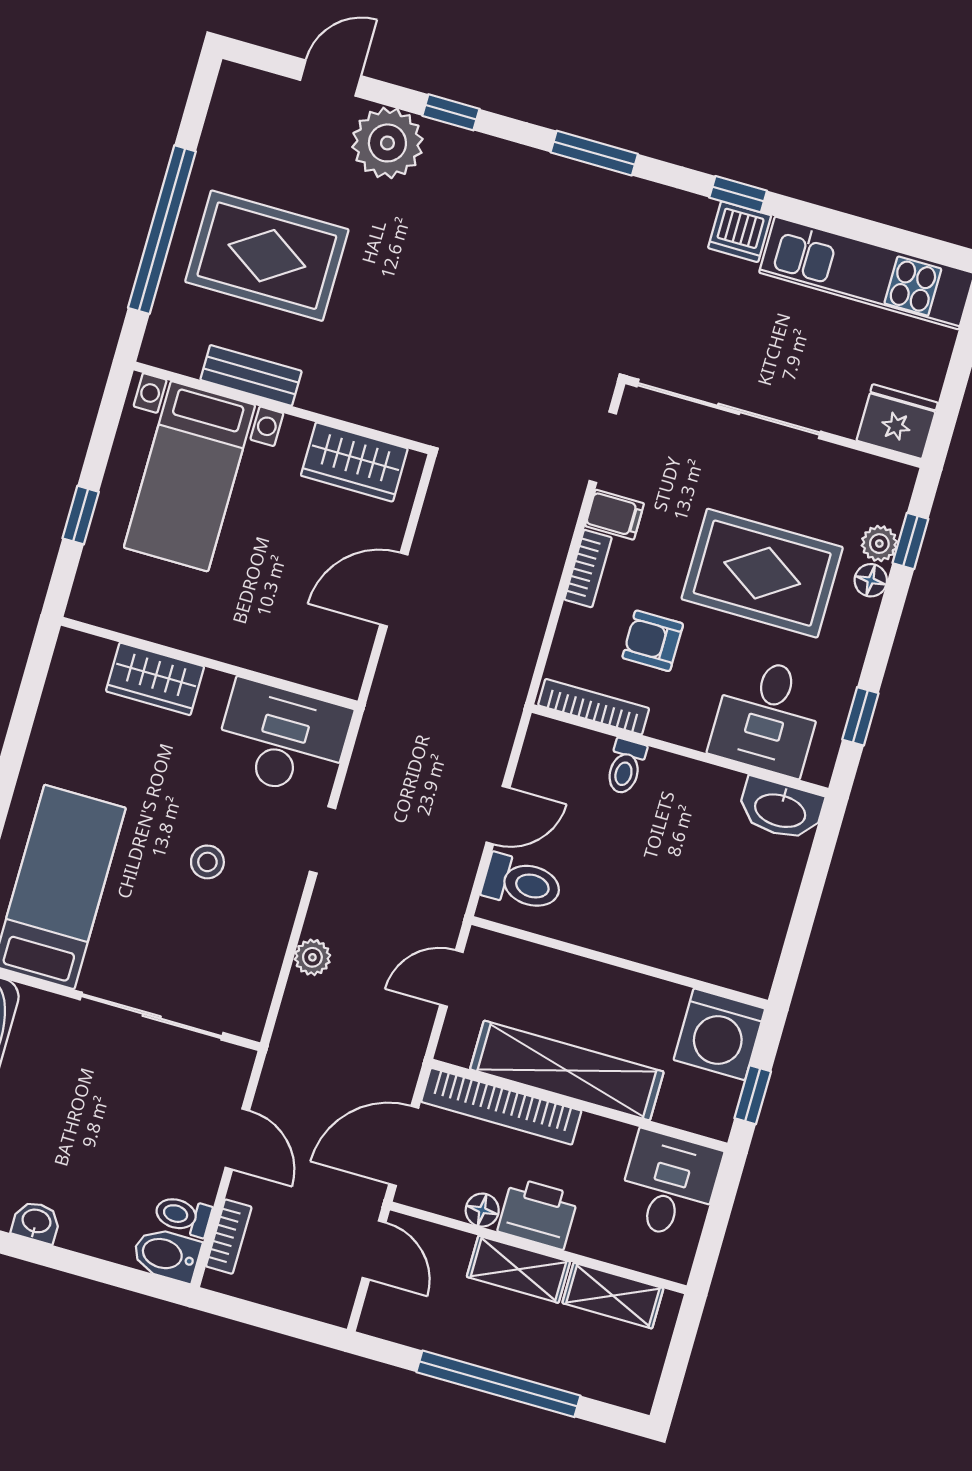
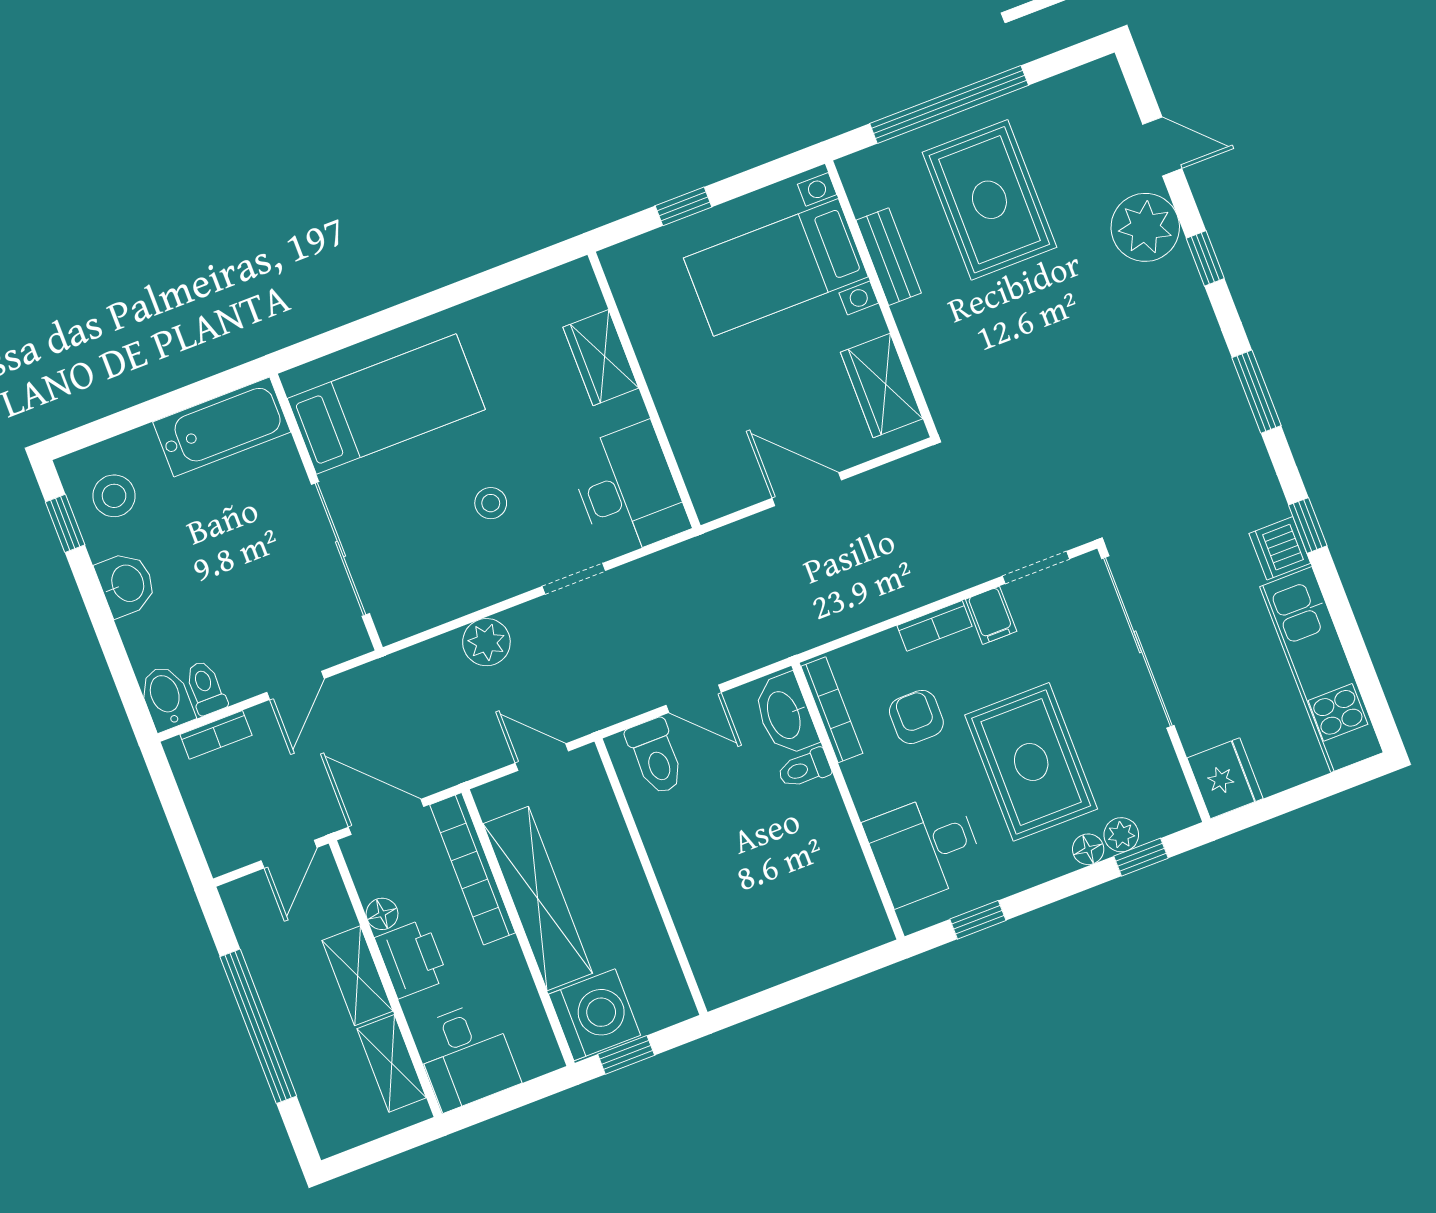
washbasin: (781, 809) -> (785, 715), moved
plant: (312, 957) -> (486, 642), width x1.38, depth x1.38
washing machine: (719, 1034) -> (594, 1015), moved, turned 180
desk: (669, 1185) -> (466, 1056), moved, turned 90
washbasin: (36, 1222) -> (126, 584), width x1.38, depth x1.45

